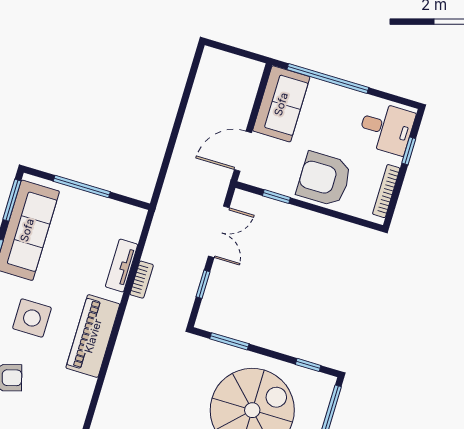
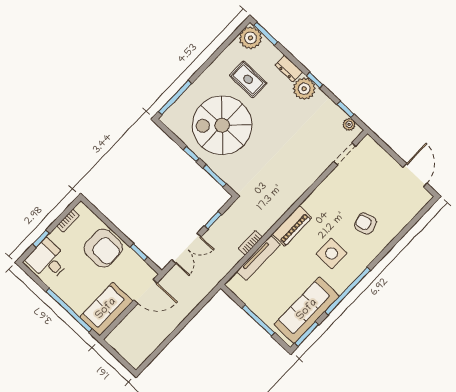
bookcase: (386, 191) -> (68, 221), width x0.64
double door: (219, 232) -> (186, 248), swing flipped
tv unit: (122, 266) -> (258, 258), width x1.41
piano: (93, 336) -> (292, 226), width x0.73, depth x0.75
window: (308, 365) -> (191, 154), moved

